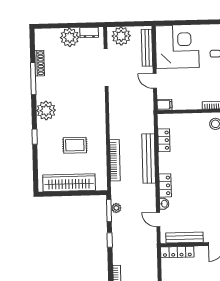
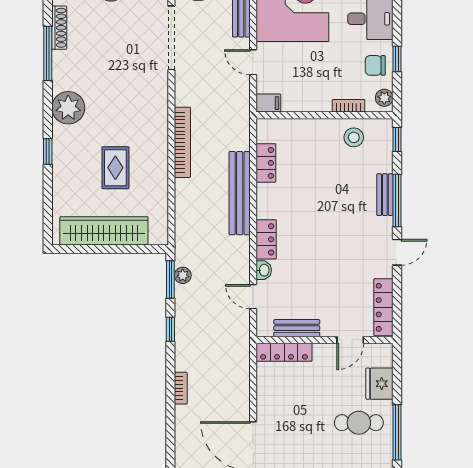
rug: (75, 145) -> (115, 168), turned 90
bookcase: (115, 160) -> (182, 142), moved
bench: (185, 238) -> (297, 328), width x0.73

